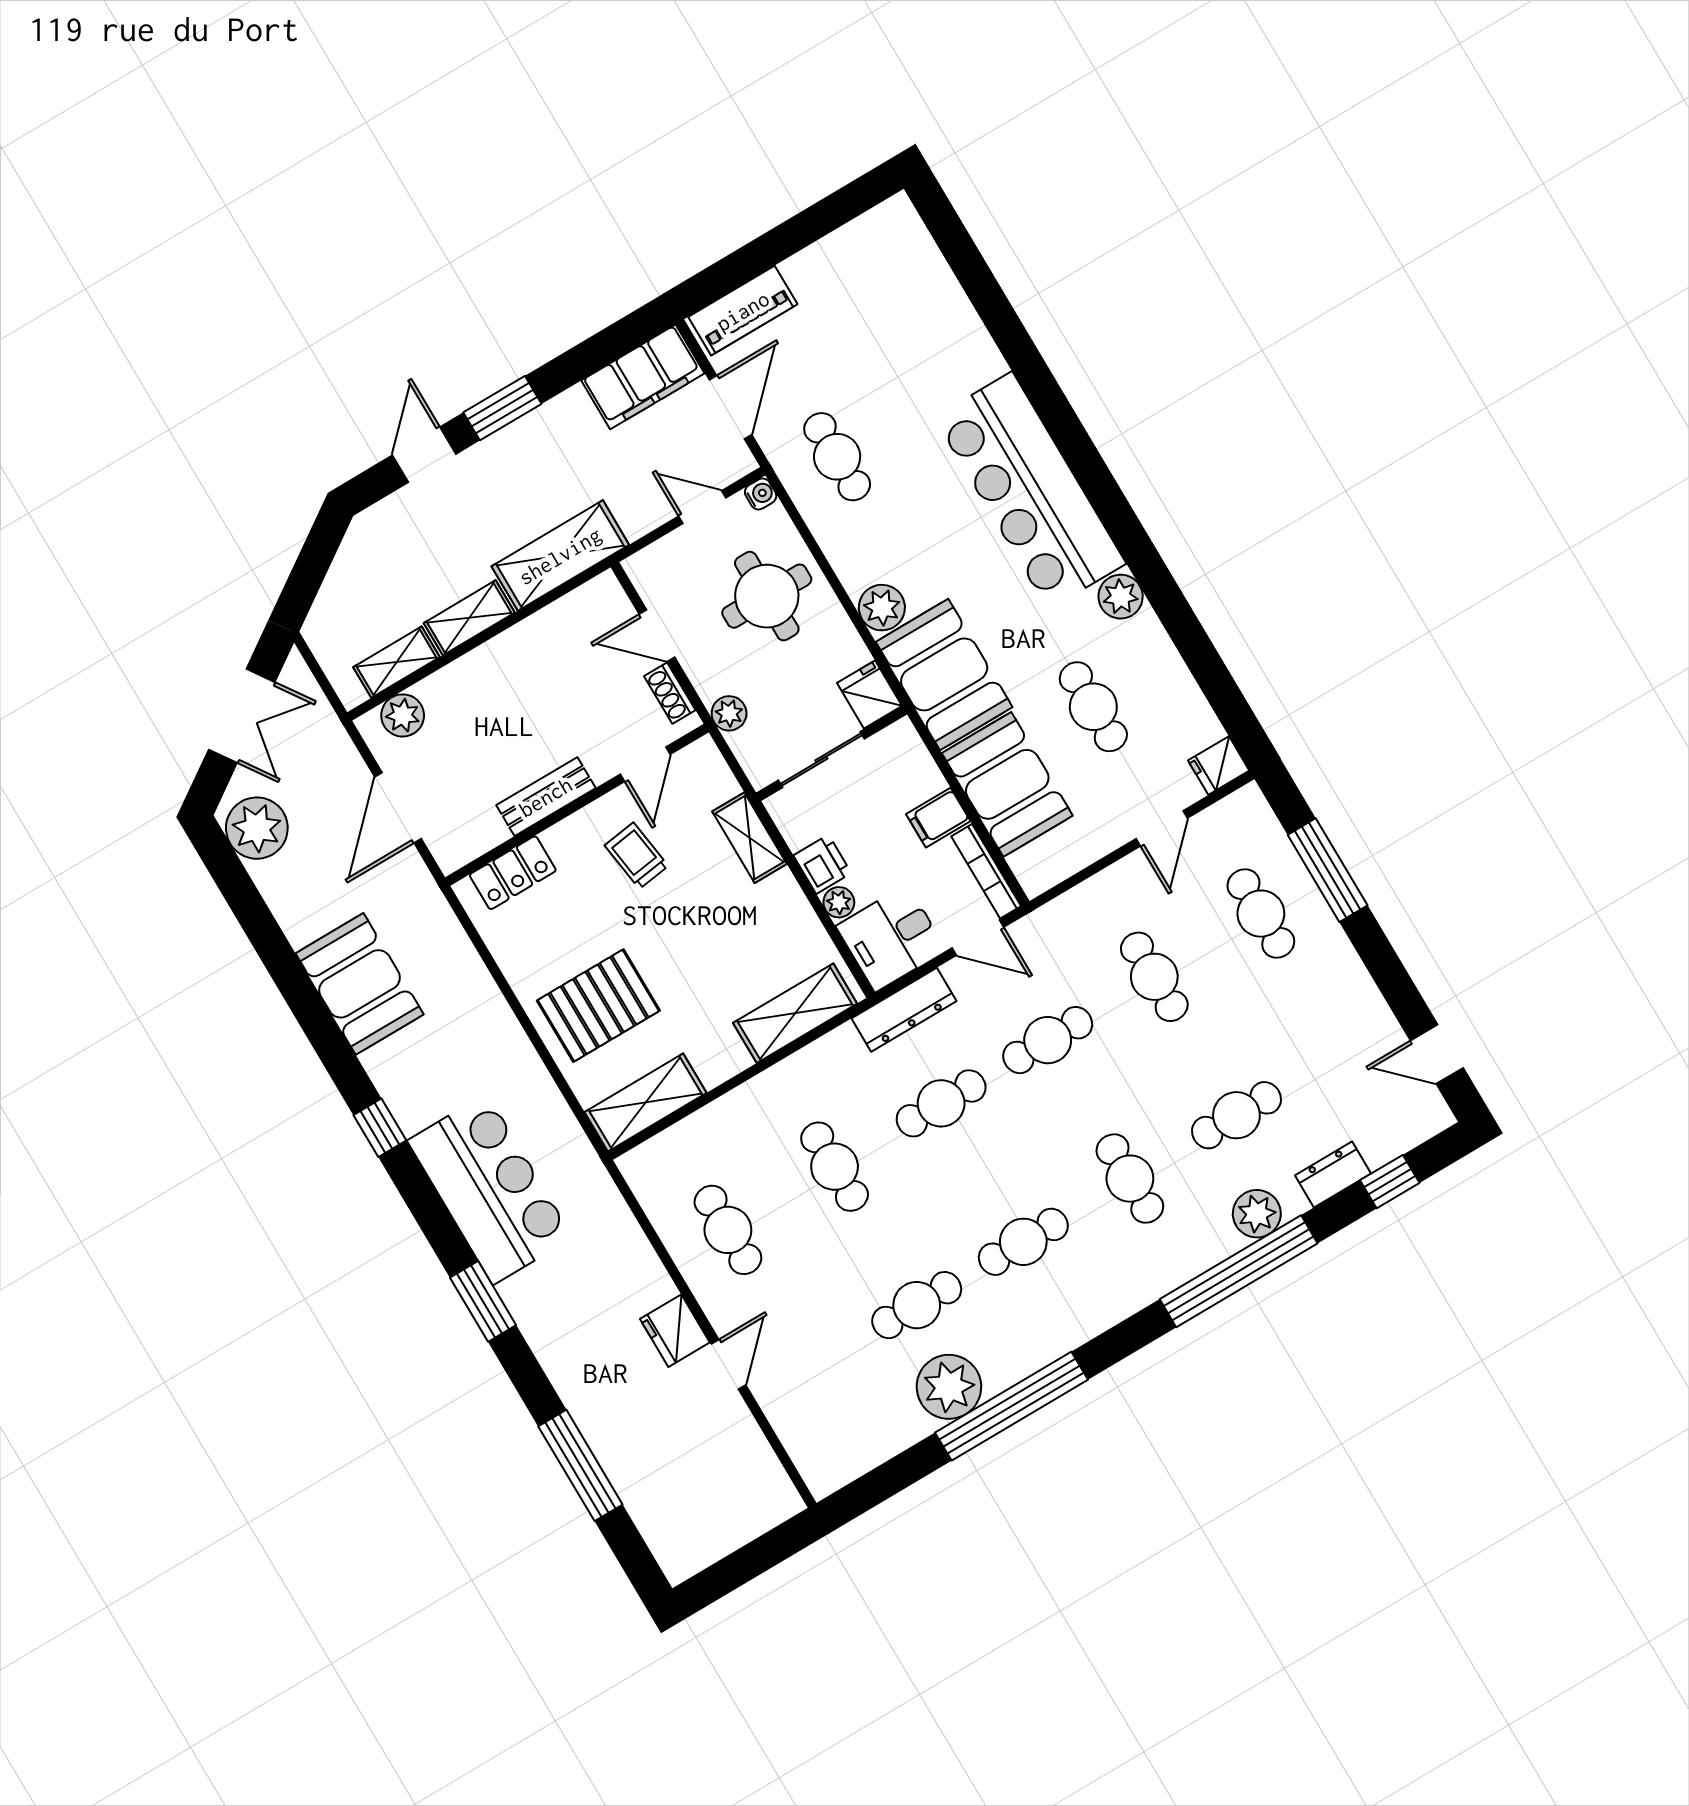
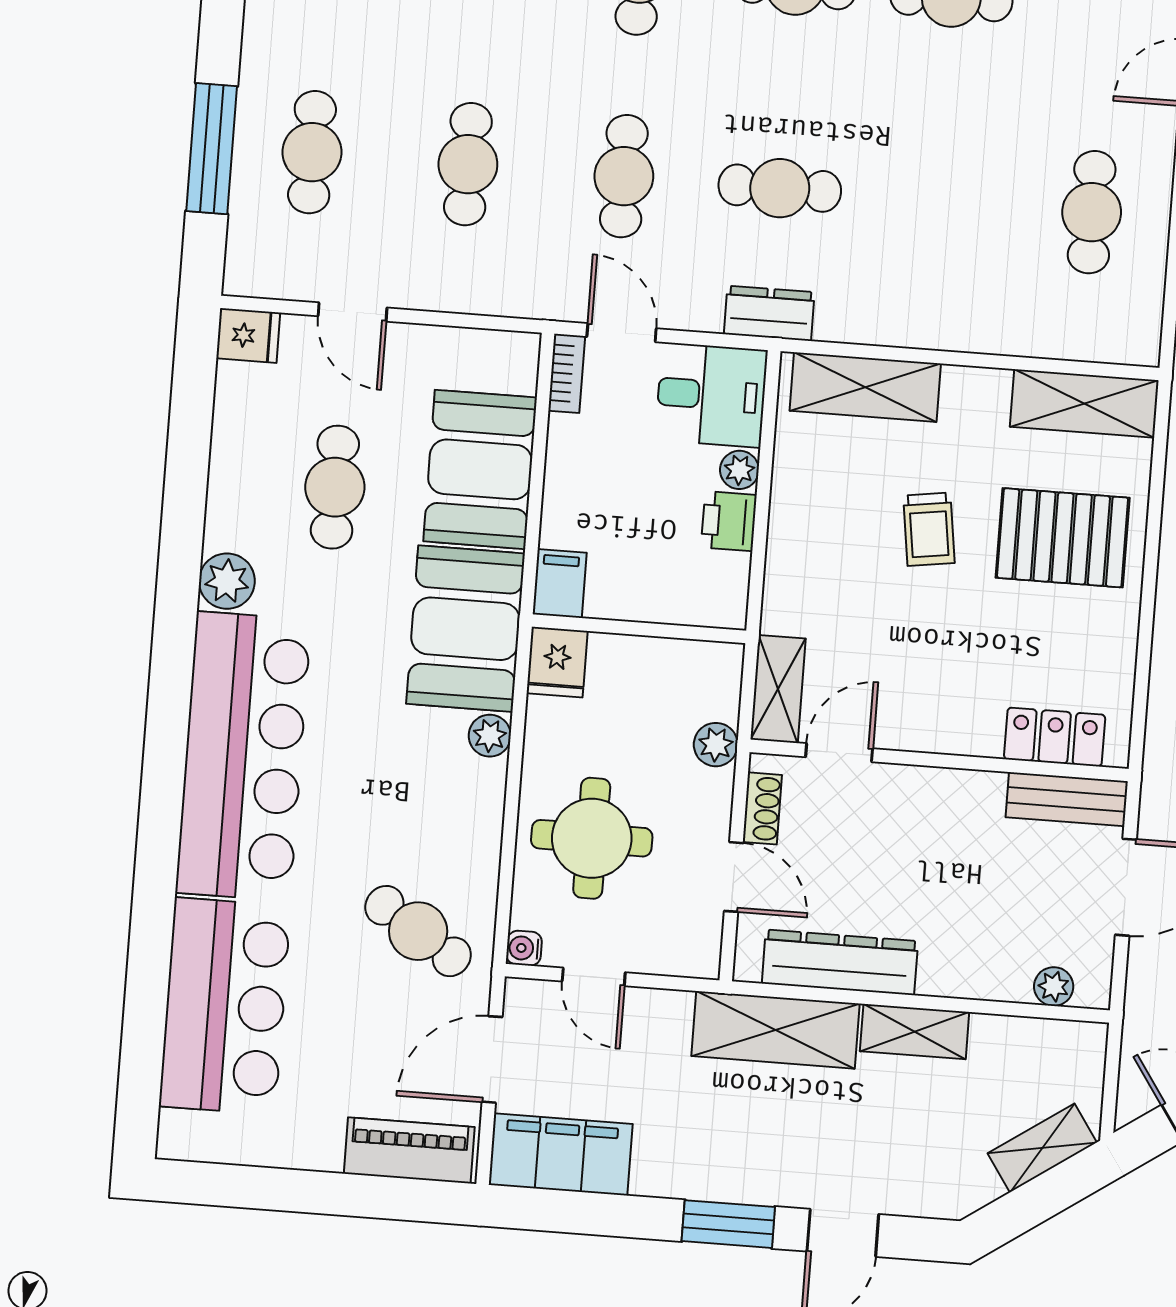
bar counter: (928, 320) -> (225, 1006), added
cafe table: (837, 457) -> (418, 931), turned -57
plant: (882, 608) -> (490, 736), width x0.73, depth x0.73
dresser: (549, 629) -> (840, 962), added
shelving: (397, 662) -> (1042, 1148), moved, turned -34
plant: (403, 715) -> (1054, 987), width x0.73, depth x0.73
sliding door: (821, 760) -> (654, 630), removed
bench: (546, 797) -> (1067, 799), moved
filing cabinet: (938, 818) -> (560, 584), moved, turned -90
door: (1162, 828) -> (352, 312), swing flipped
shelving: (749, 838) -> (778, 689), moved
trolley: (637, 856) -> (929, 529), moved
bookcase: (986, 871) -> (567, 373), width x0.64
dresser: (904, 1010) -> (769, 313), width x0.70
cafe table: (1048, 1040) -> (624, 176), turned 90
cafe table: (835, 1167) -> (936, 200), removed

